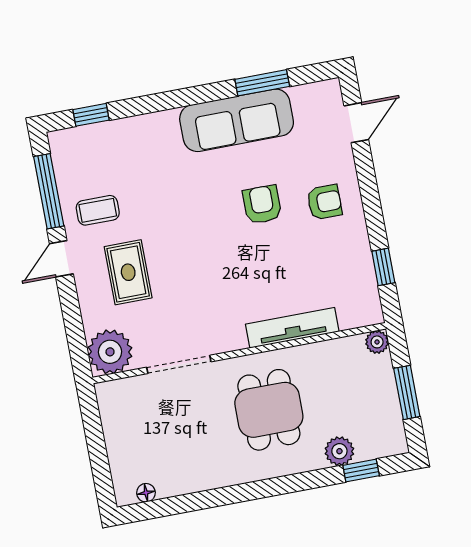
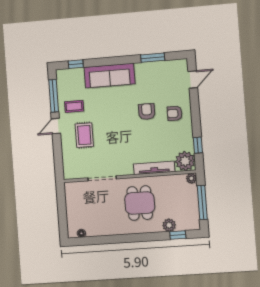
sofa: (237, 120) -> (110, 76), moved
armchair: (324, 202) -> (175, 113), turned 180
plant: (110, 352) -> (185, 161), moved
window: (407, 392) -> (202, 202), width x1.44

